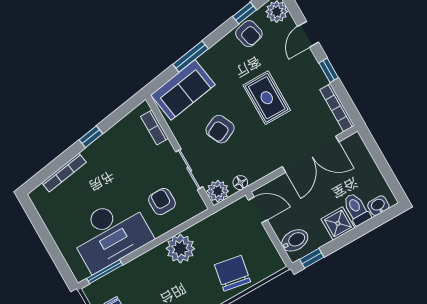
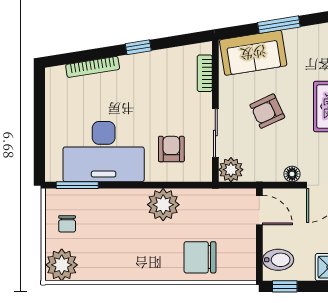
floor lamp: (240, 183) -> (292, 174), moved
chair: (233, 273) -> (200, 257), turned -100

